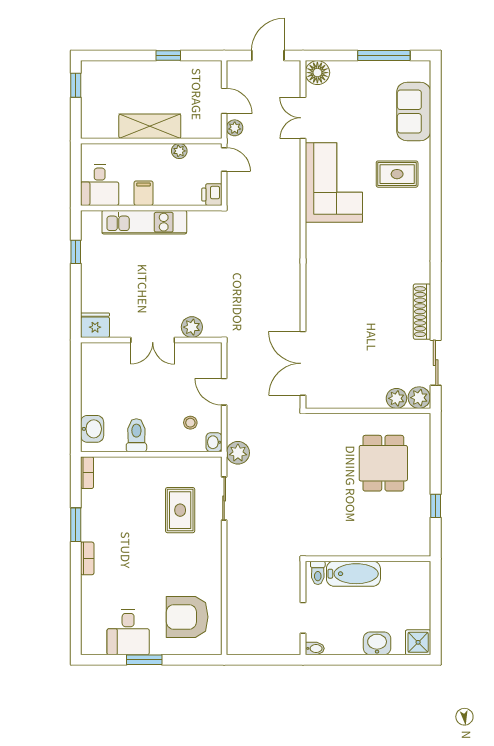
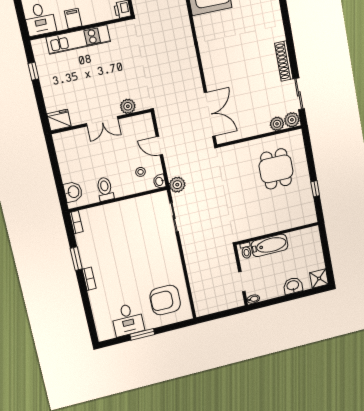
double door: (303, 363) -> (210, 114), swing flipped
rug: (180, 510) -> (146, 232), removed

